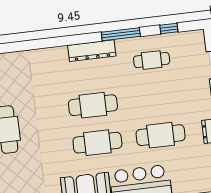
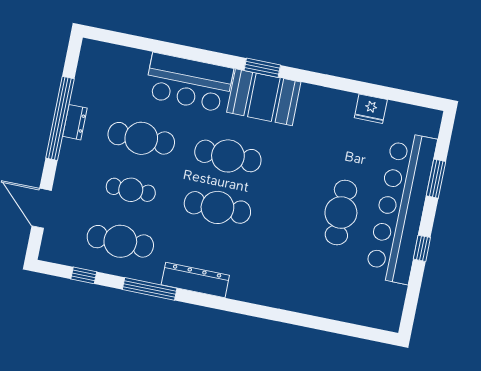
cafe table: (152, 60) -> (120, 241), width x1.37, depth x1.35
cafe table: (156, 98) -> (131, 190), added

